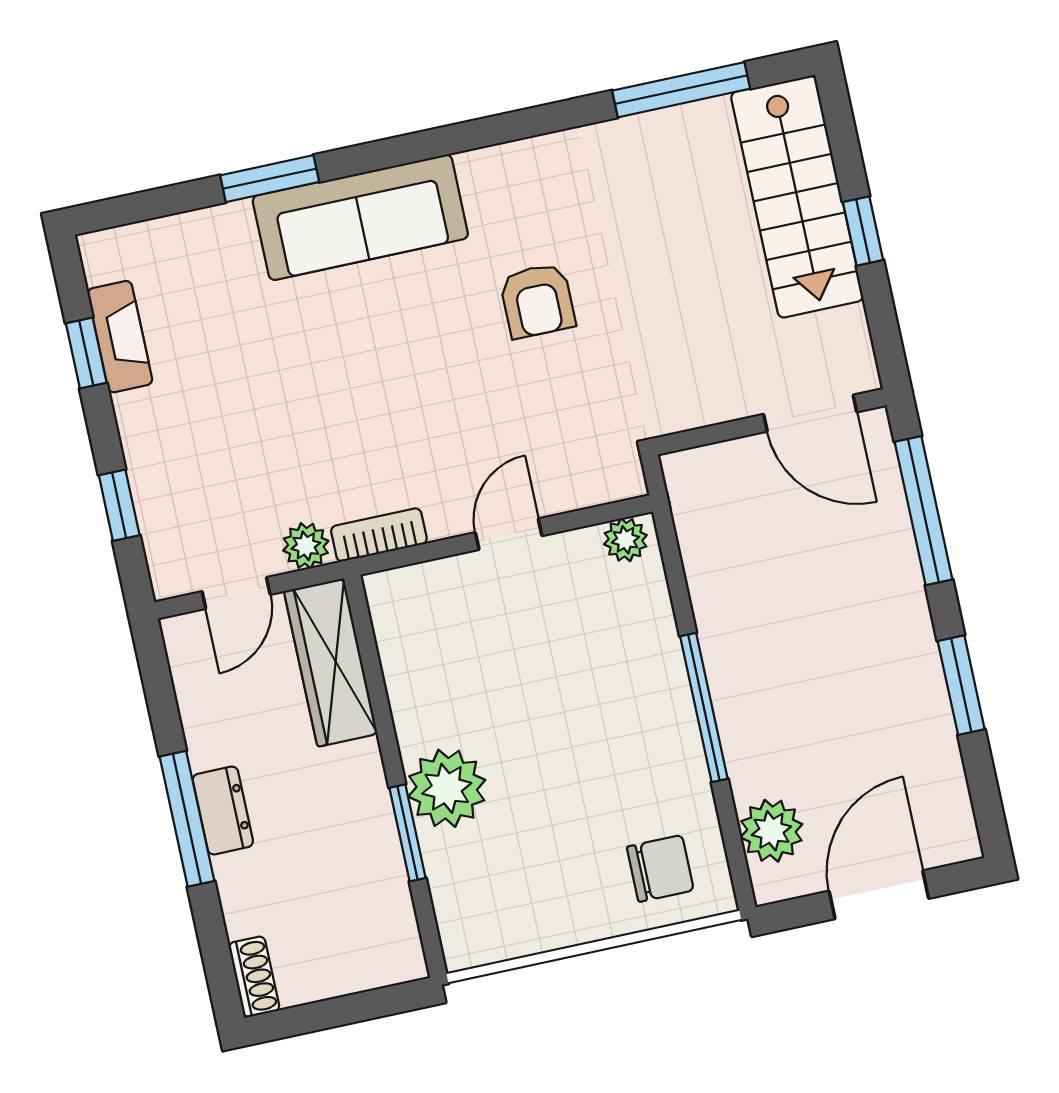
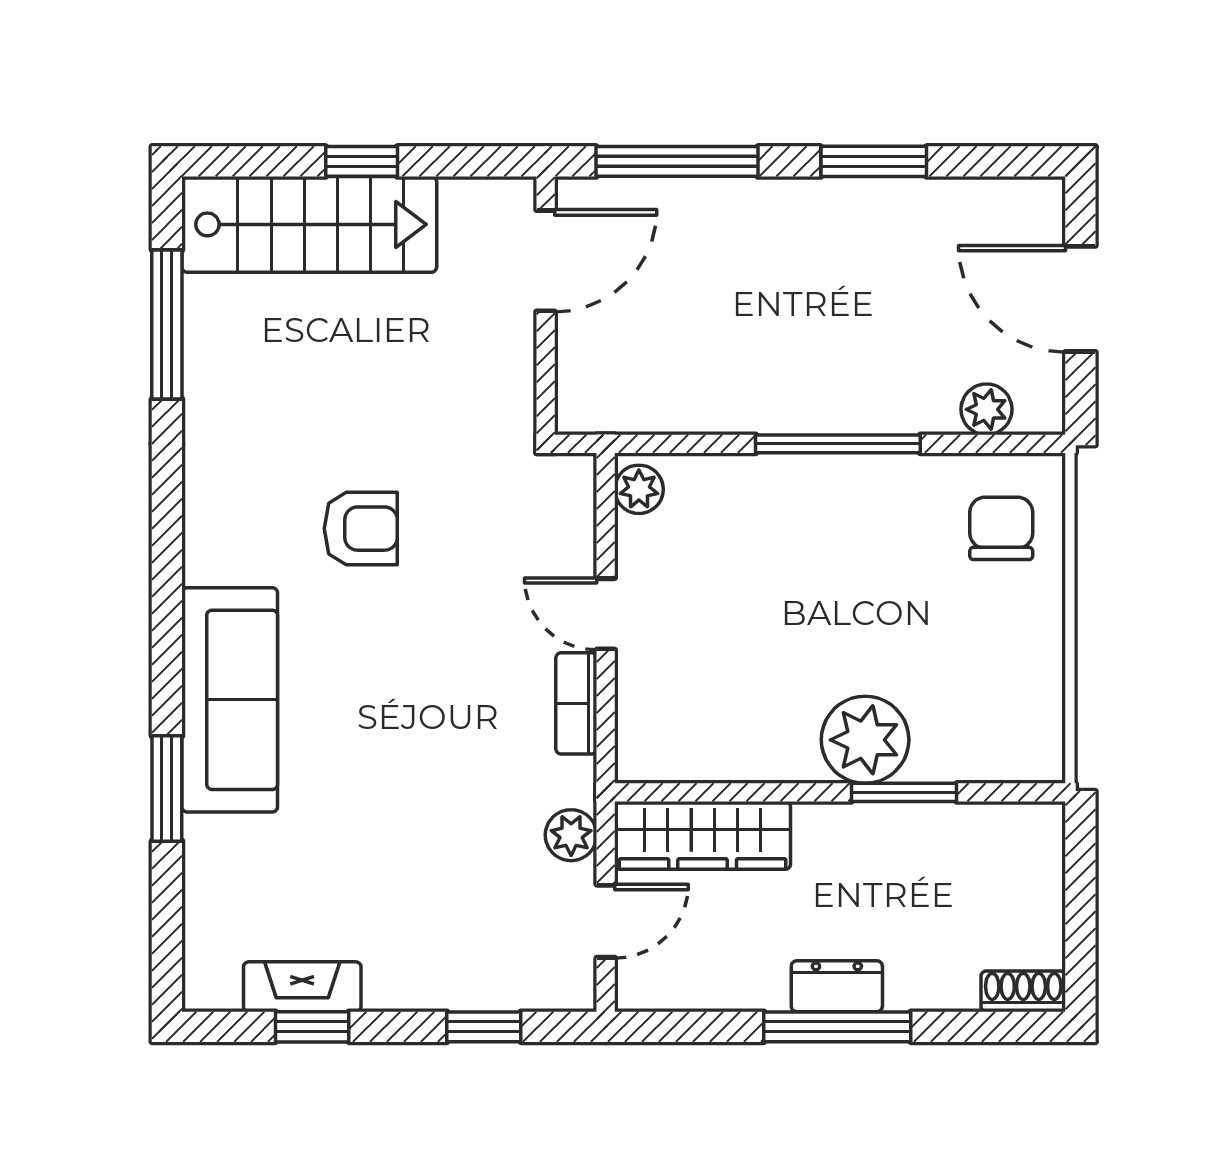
bookcase: (379, 535) -> (576, 703), moved
door: (236, 593) -> (606, 921), hinge flipped
plant: (771, 831) -> (986, 409), width x0.73, depth x0.73

